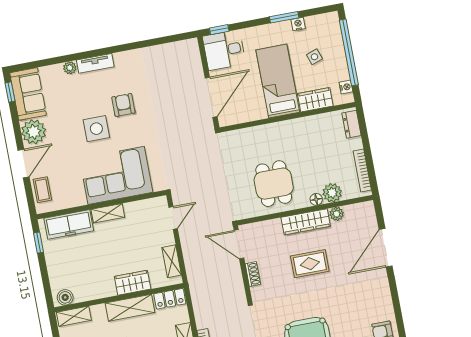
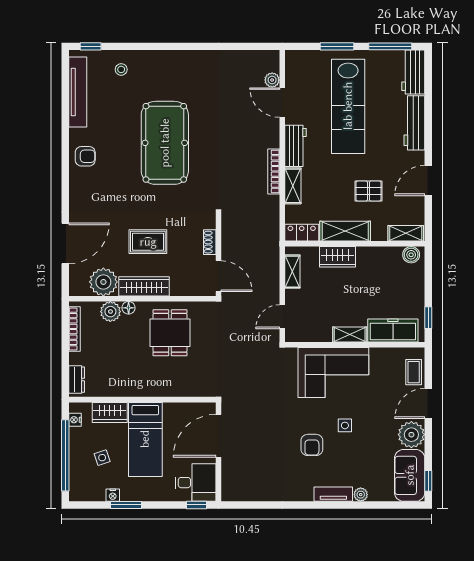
side table: (96, 129) -> (345, 425), width x0.54, depth x0.54
plant: (337, 214) -> (103, 282), width x1.88, depth x1.88

